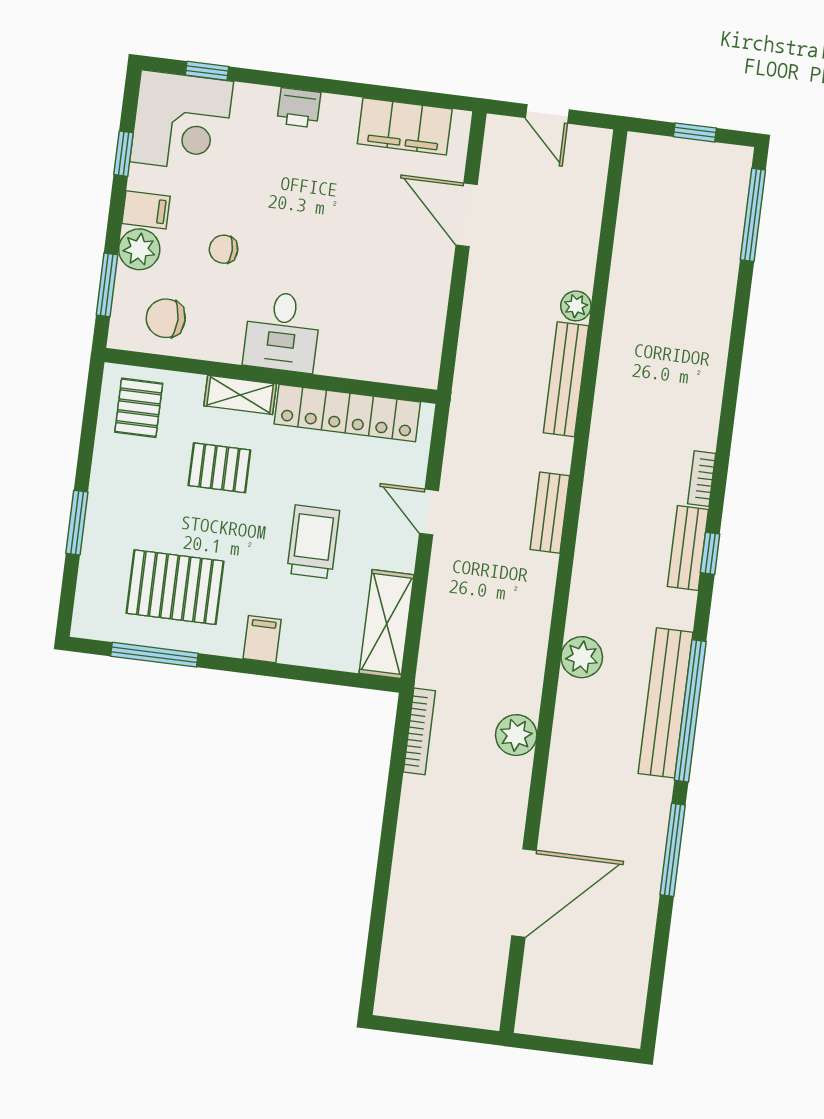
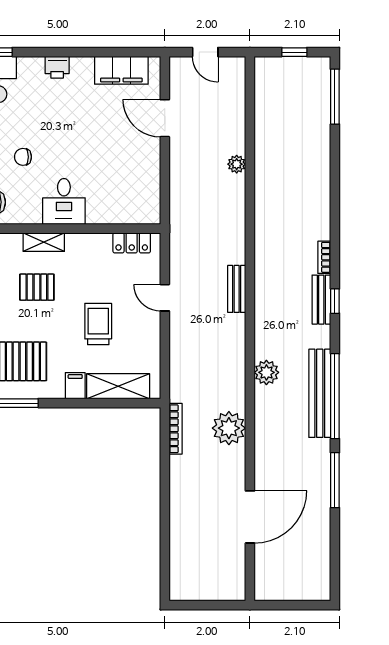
bench: (566, 379) -> (236, 208), removed
locker: (347, 413) -> (132, 243), width x0.46, depth x0.83
shelving: (387, 624) -> (118, 386), moved, turned 90
plant: (516, 735) -> (229, 428), width x1.36, depth x1.36

